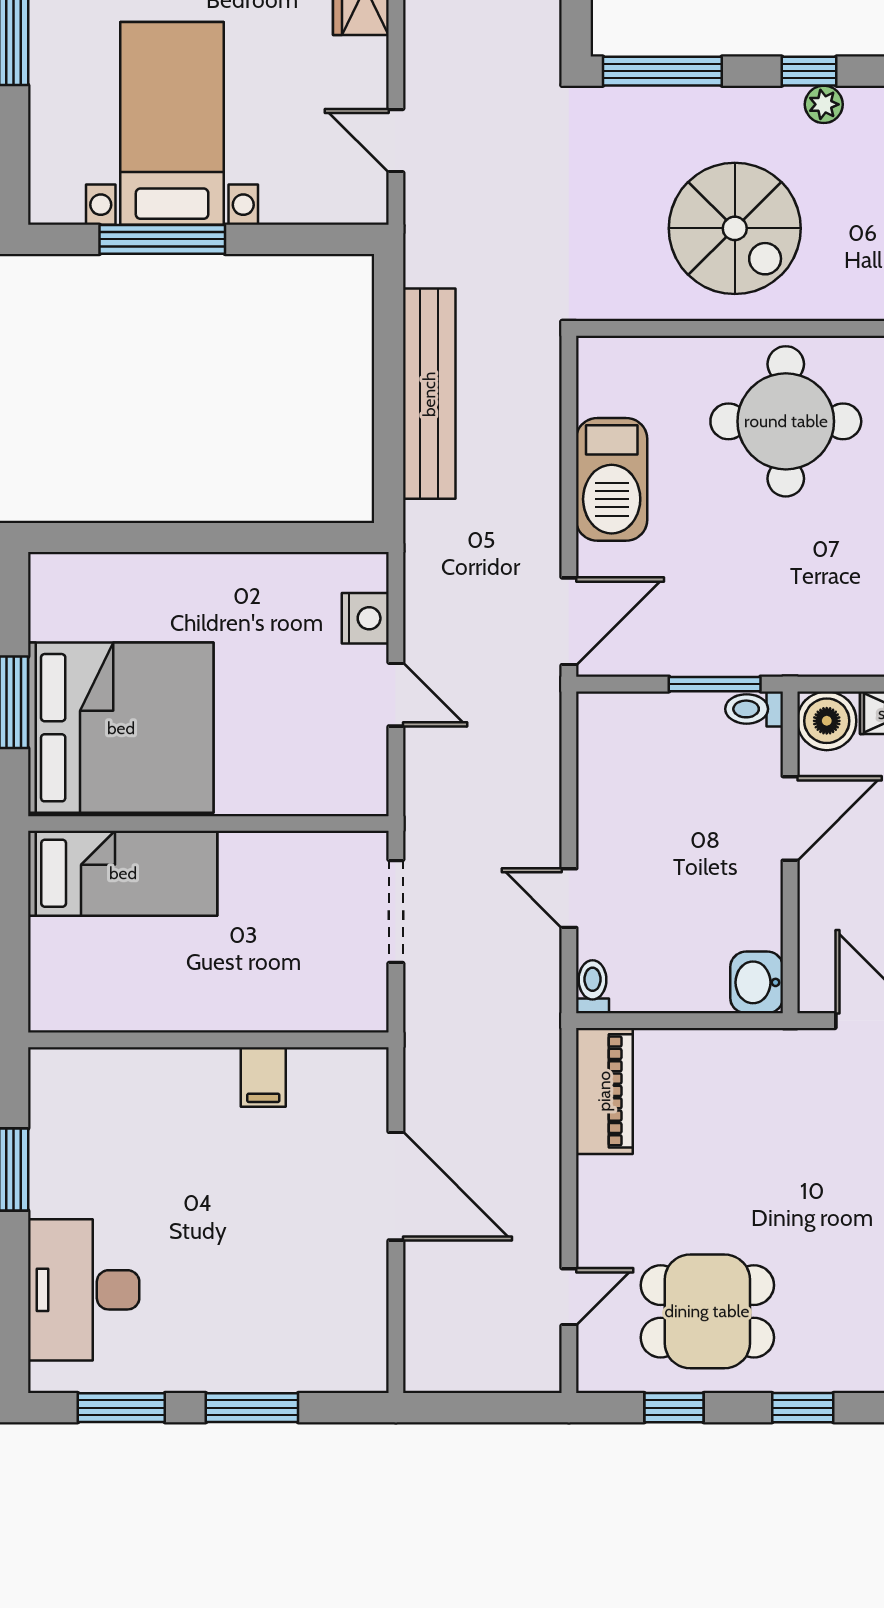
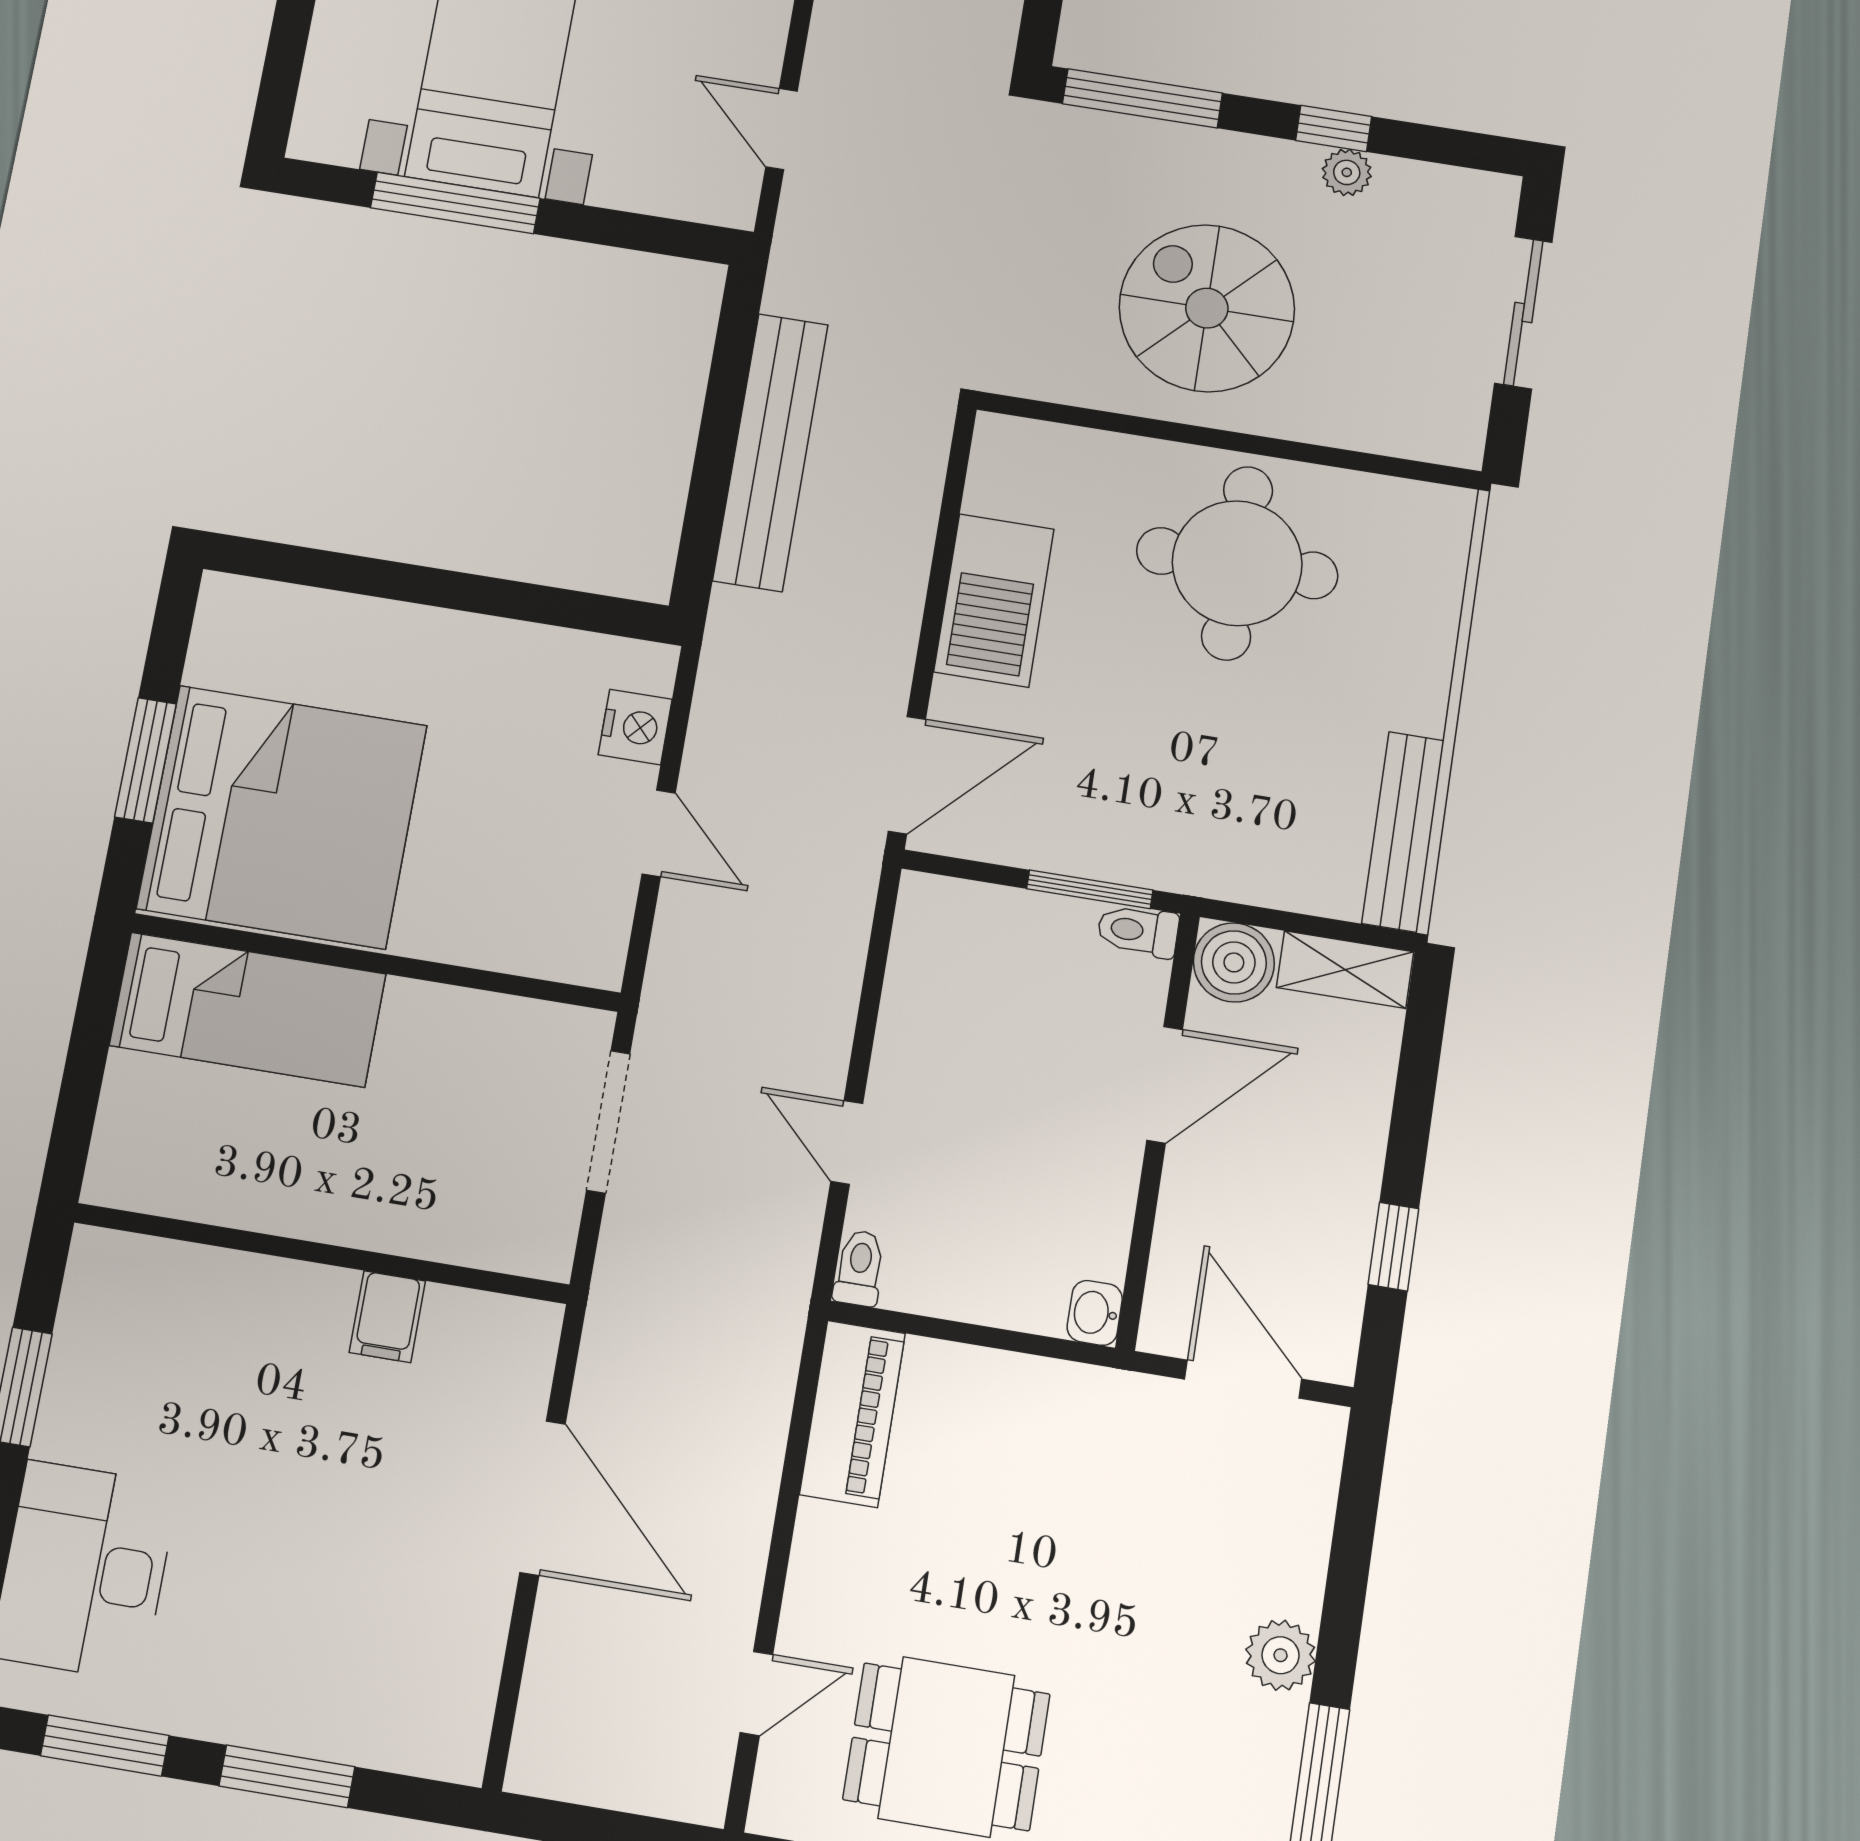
spiral stairs: (735, 228) -> (1207, 308), turned 180
washbasin: (757, 982) -> (1095, 1313), width x0.72, depth x0.69

